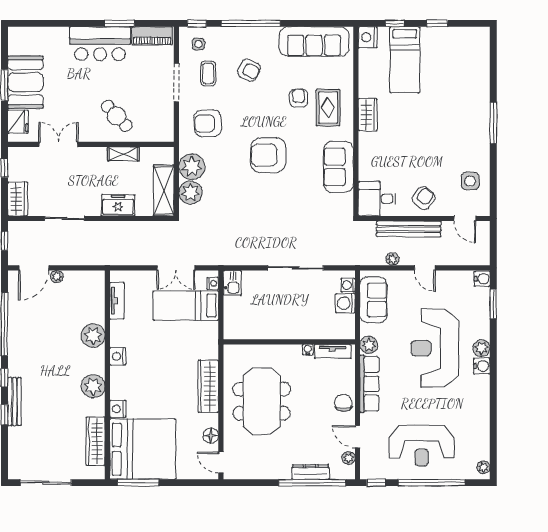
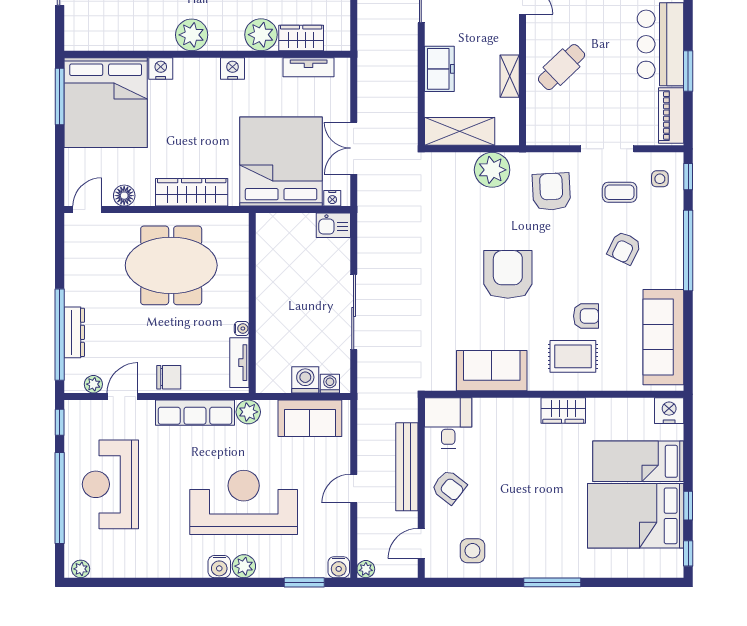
window: (395, 23) -> (688, 553), moved
bed: (445, 62) -> (636, 516), added
plant: (191, 193) -> (457, 168), removed
plant: (392, 259) -> (366, 569), moved
bed: (186, 306) -> (281, 162), width x2.04
wardrobe: (95, 441) -> (301, 38), moved, width x0.67

